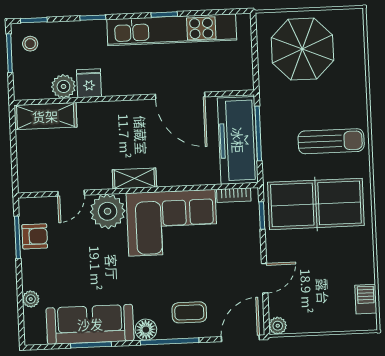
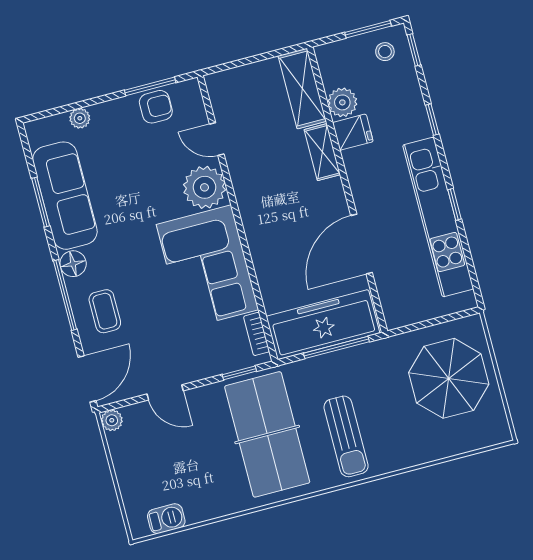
shelving: (134, 178) -> (322, 152), moved
armchair: (35, 236) -> (156, 107), turned -90
door: (240, 338) -> (87, 379), hinge flipped

